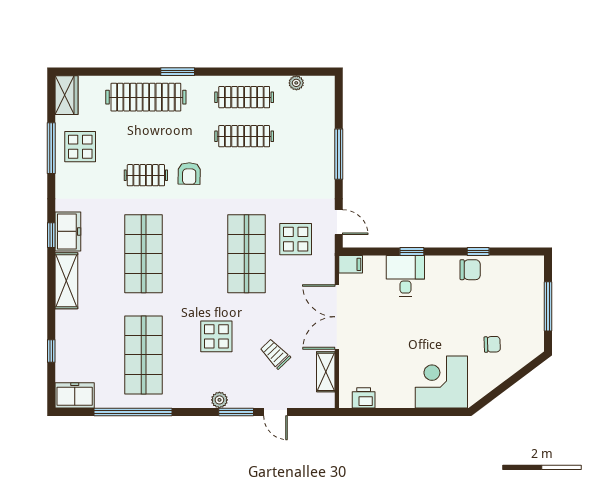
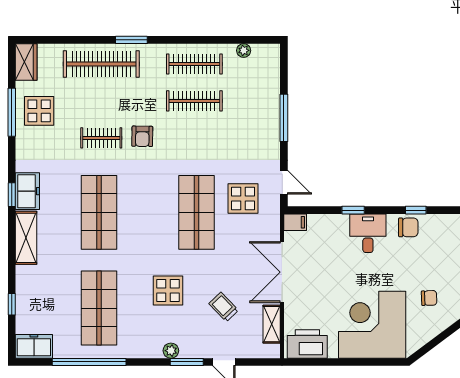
desk: (405, 276) -> (368, 233), moved
corner desk: (441, 382) -> (372, 325), width x1.36, depth x1.36
printer: (364, 398) -> (307, 344), width x1.87, depth x1.48

